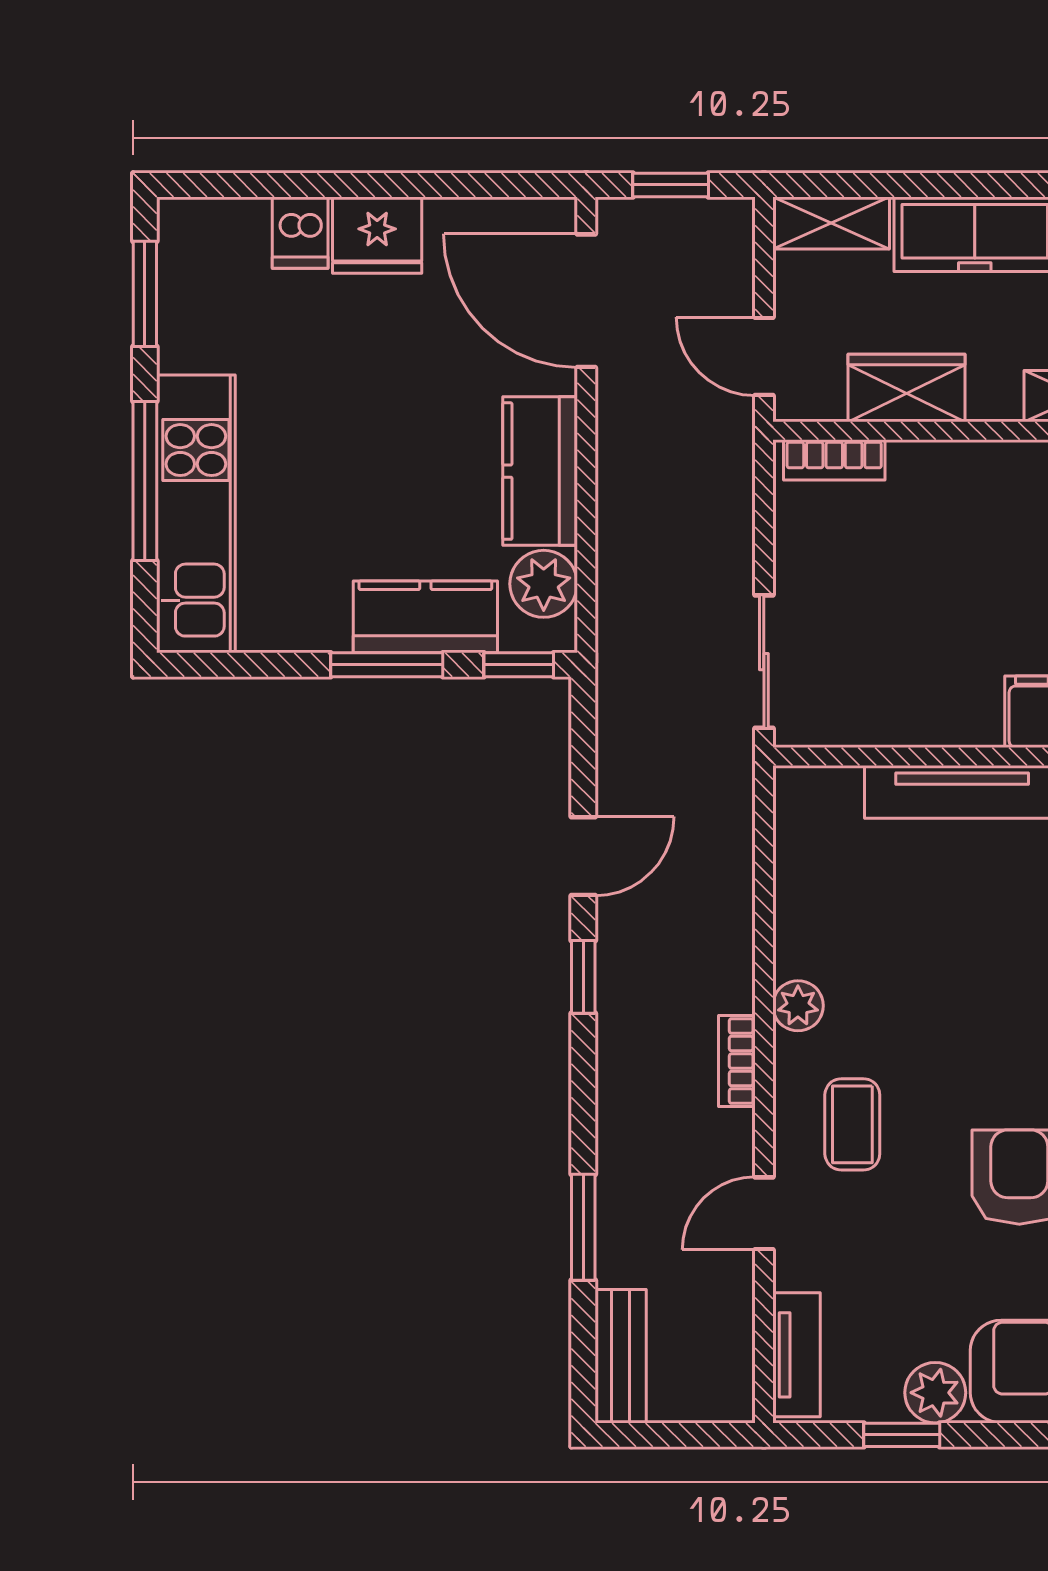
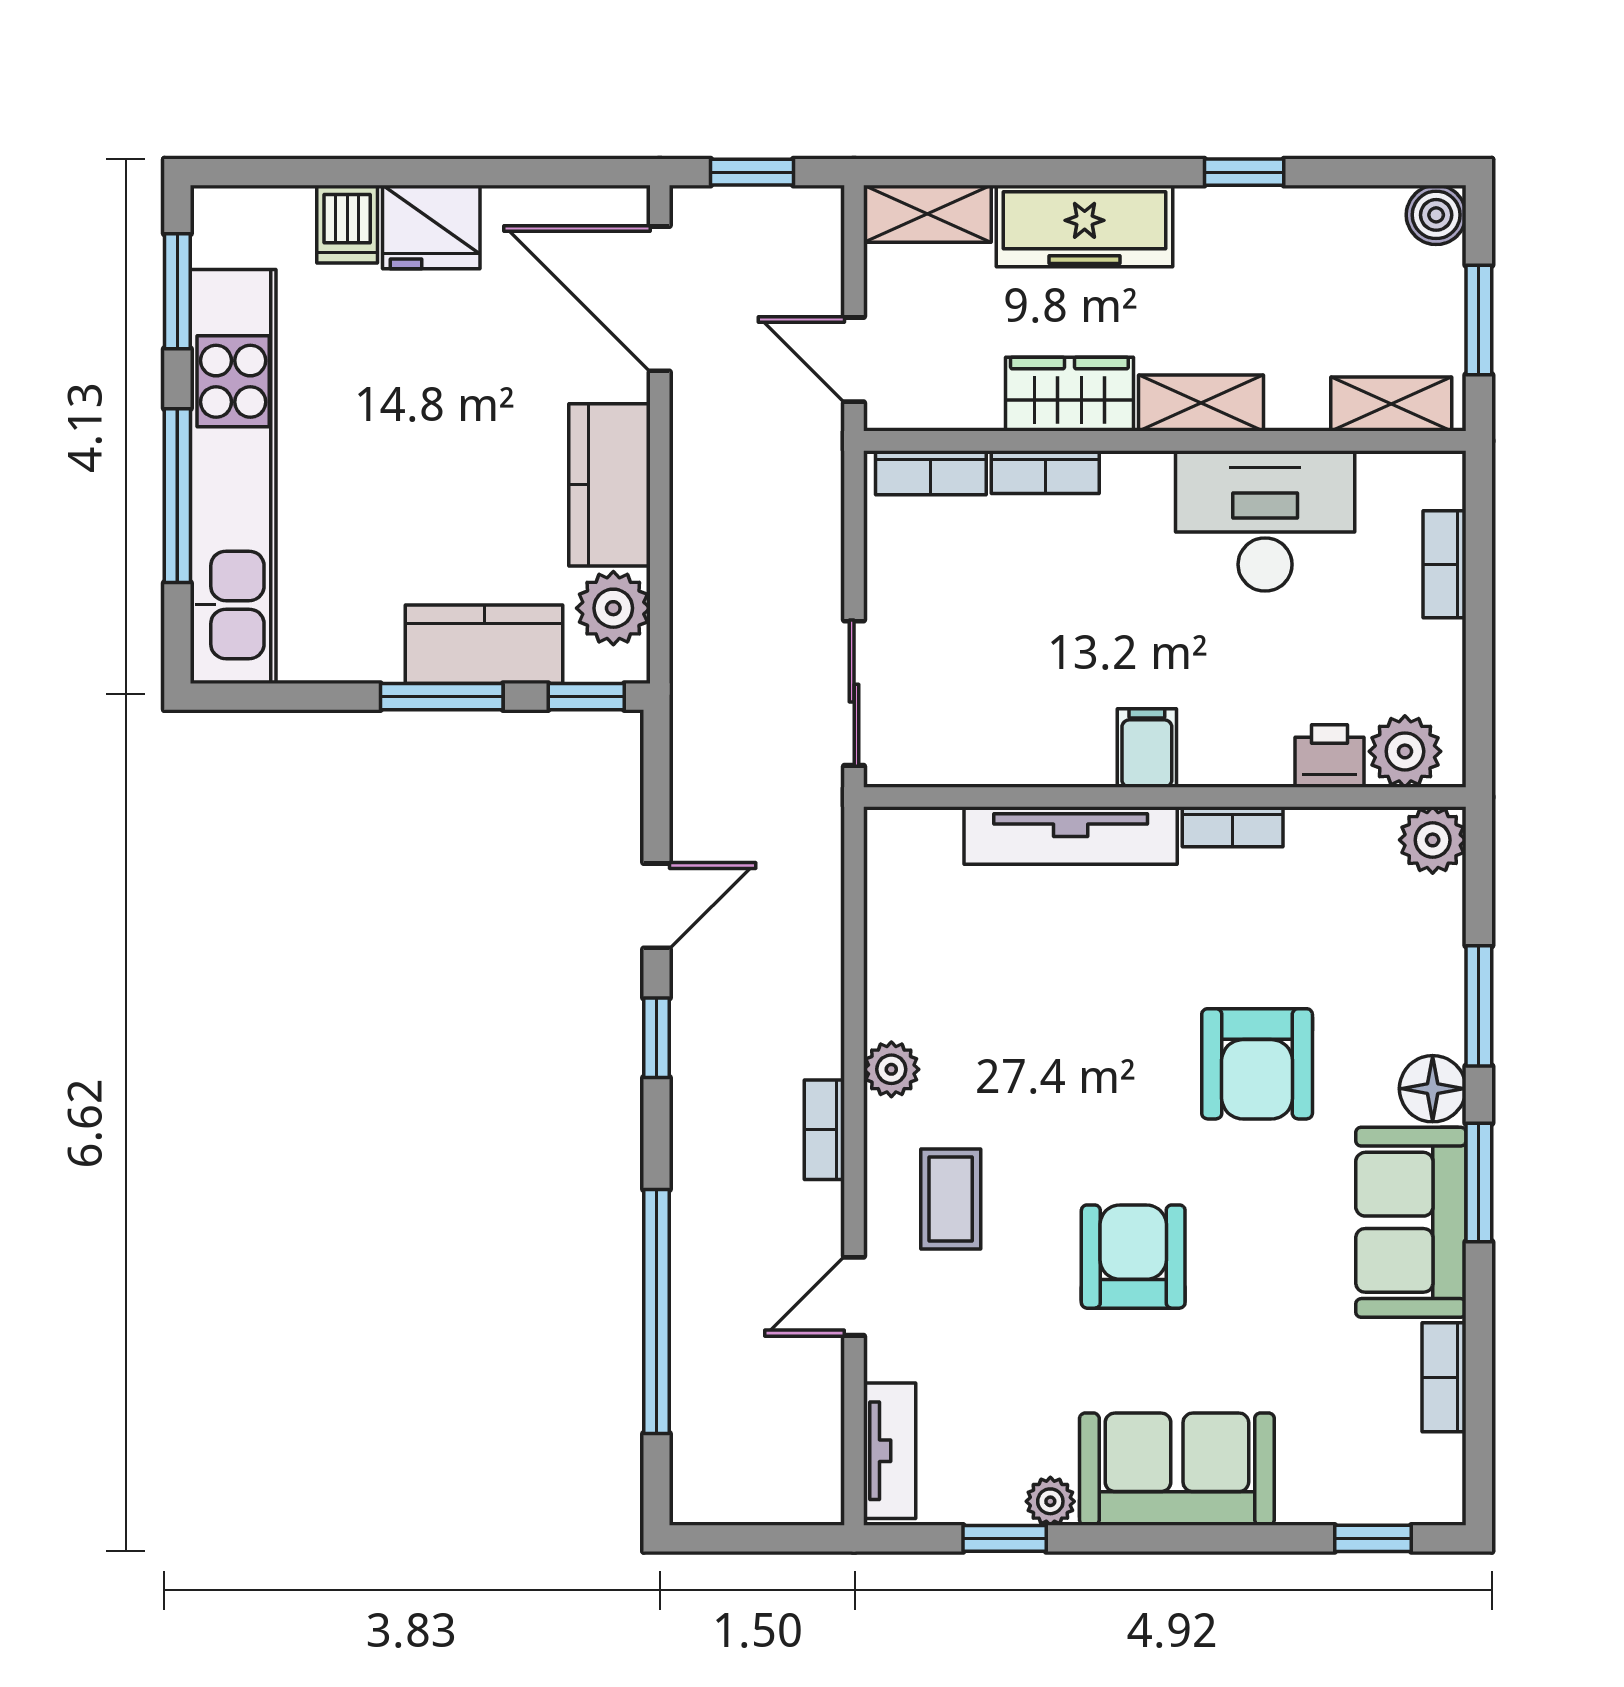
wardrobe: (907, 388) -> (1069, 394), moved
bookcase: (939, 459) -> (1045, 472), added
kitchen unit: (196, 514) -> (233, 477), width x1.36
window: (583, 1227) -> (657, 1311), width x2.11
bench: (621, 1356) -> (697, 1452), removed
plant: (935, 1393) -> (1050, 1501), width x0.73, depth x0.73

